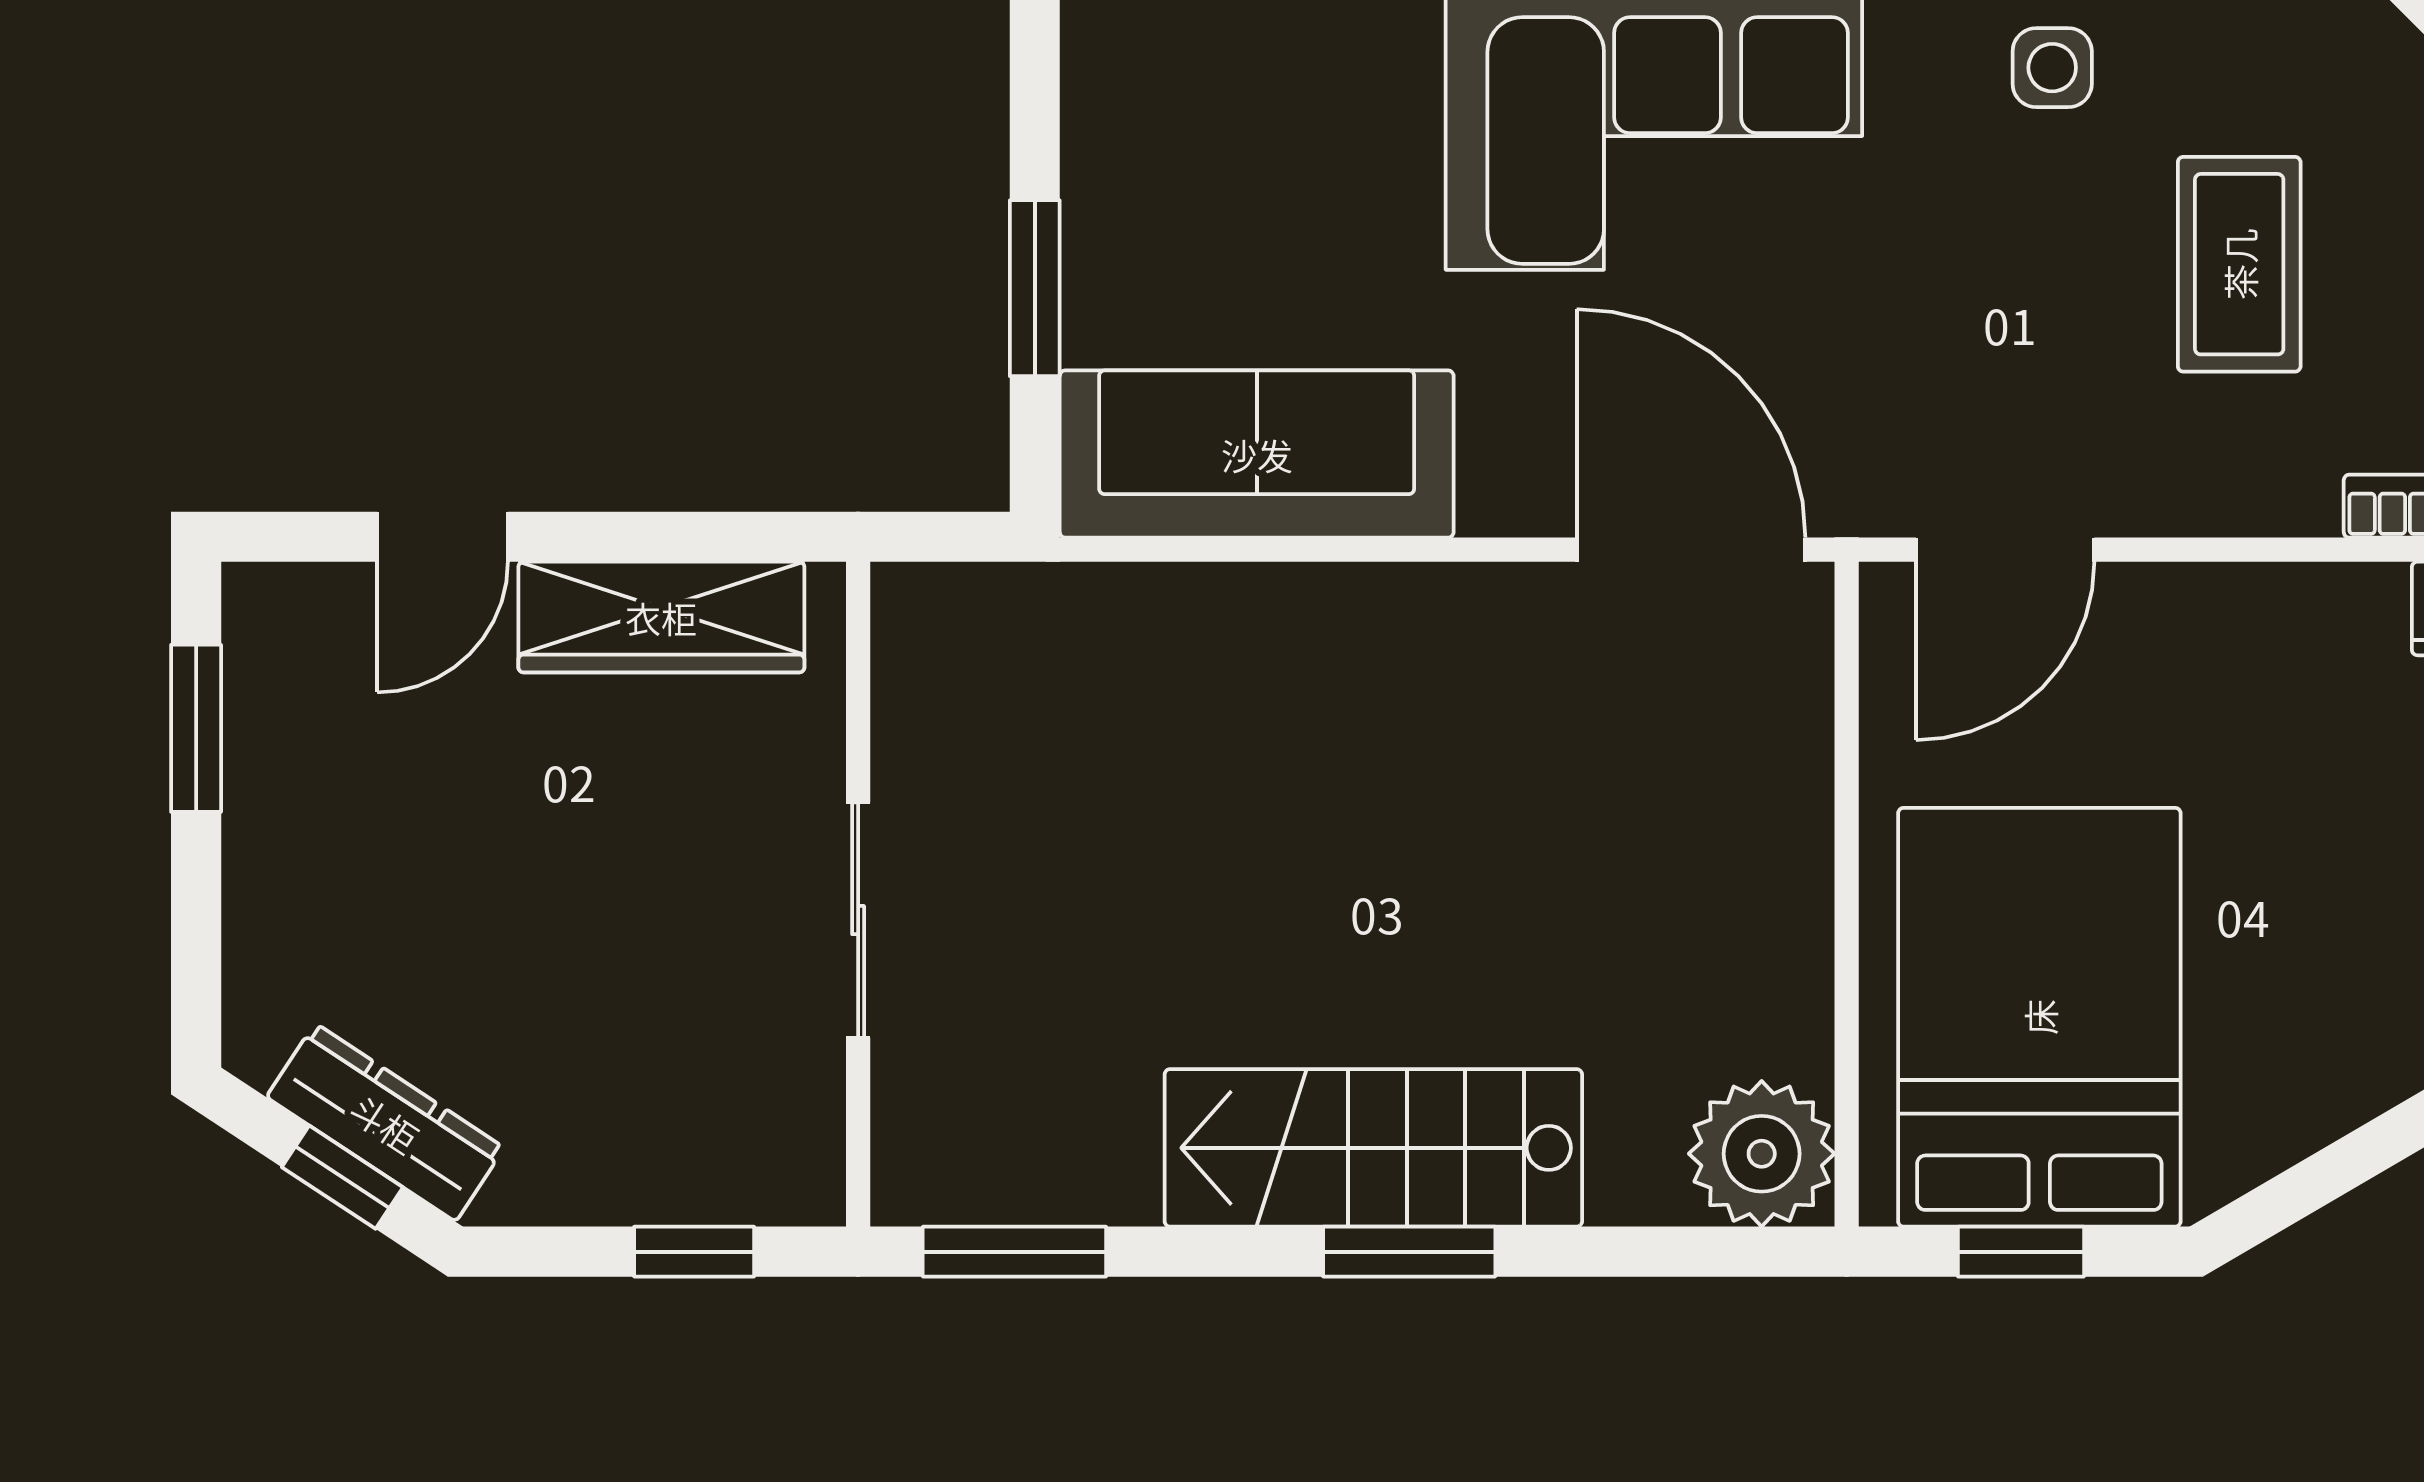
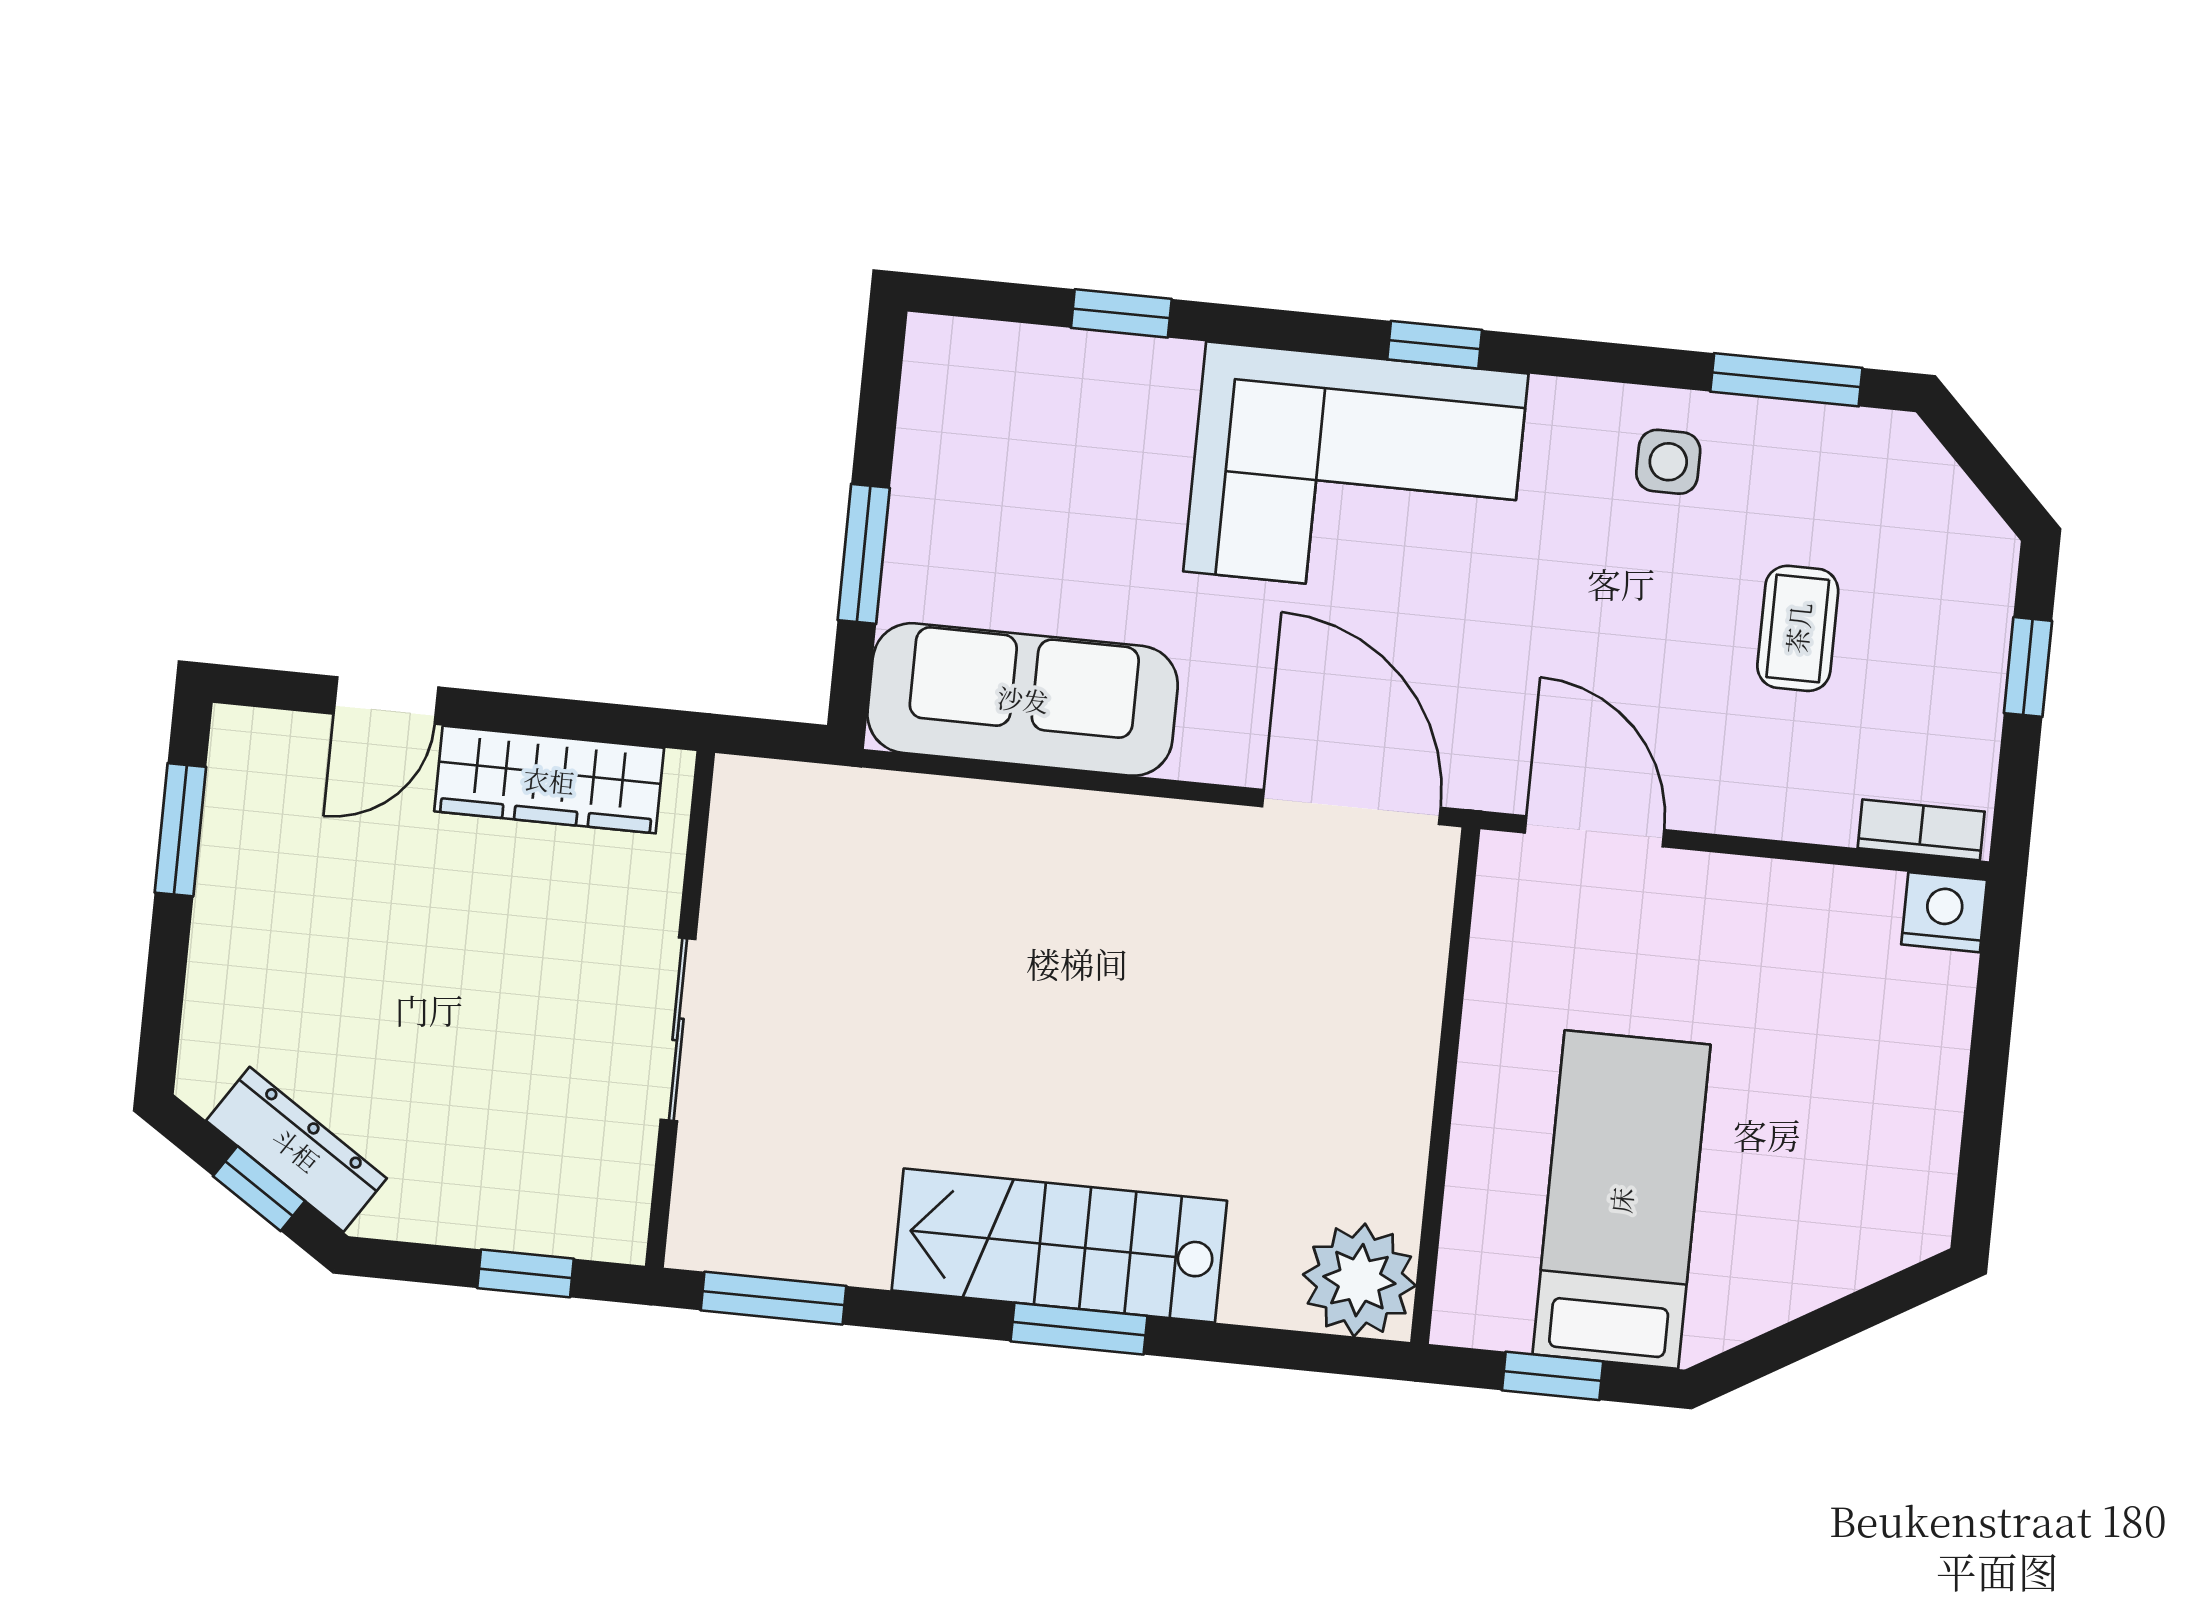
coffee table: (2239, 264) -> (1798, 628), width x0.73, depth x0.77
door: (2005, 550) -> (1595, 831), swing flipped
bed: (2039, 1017) -> (1621, 1200), width x0.67

